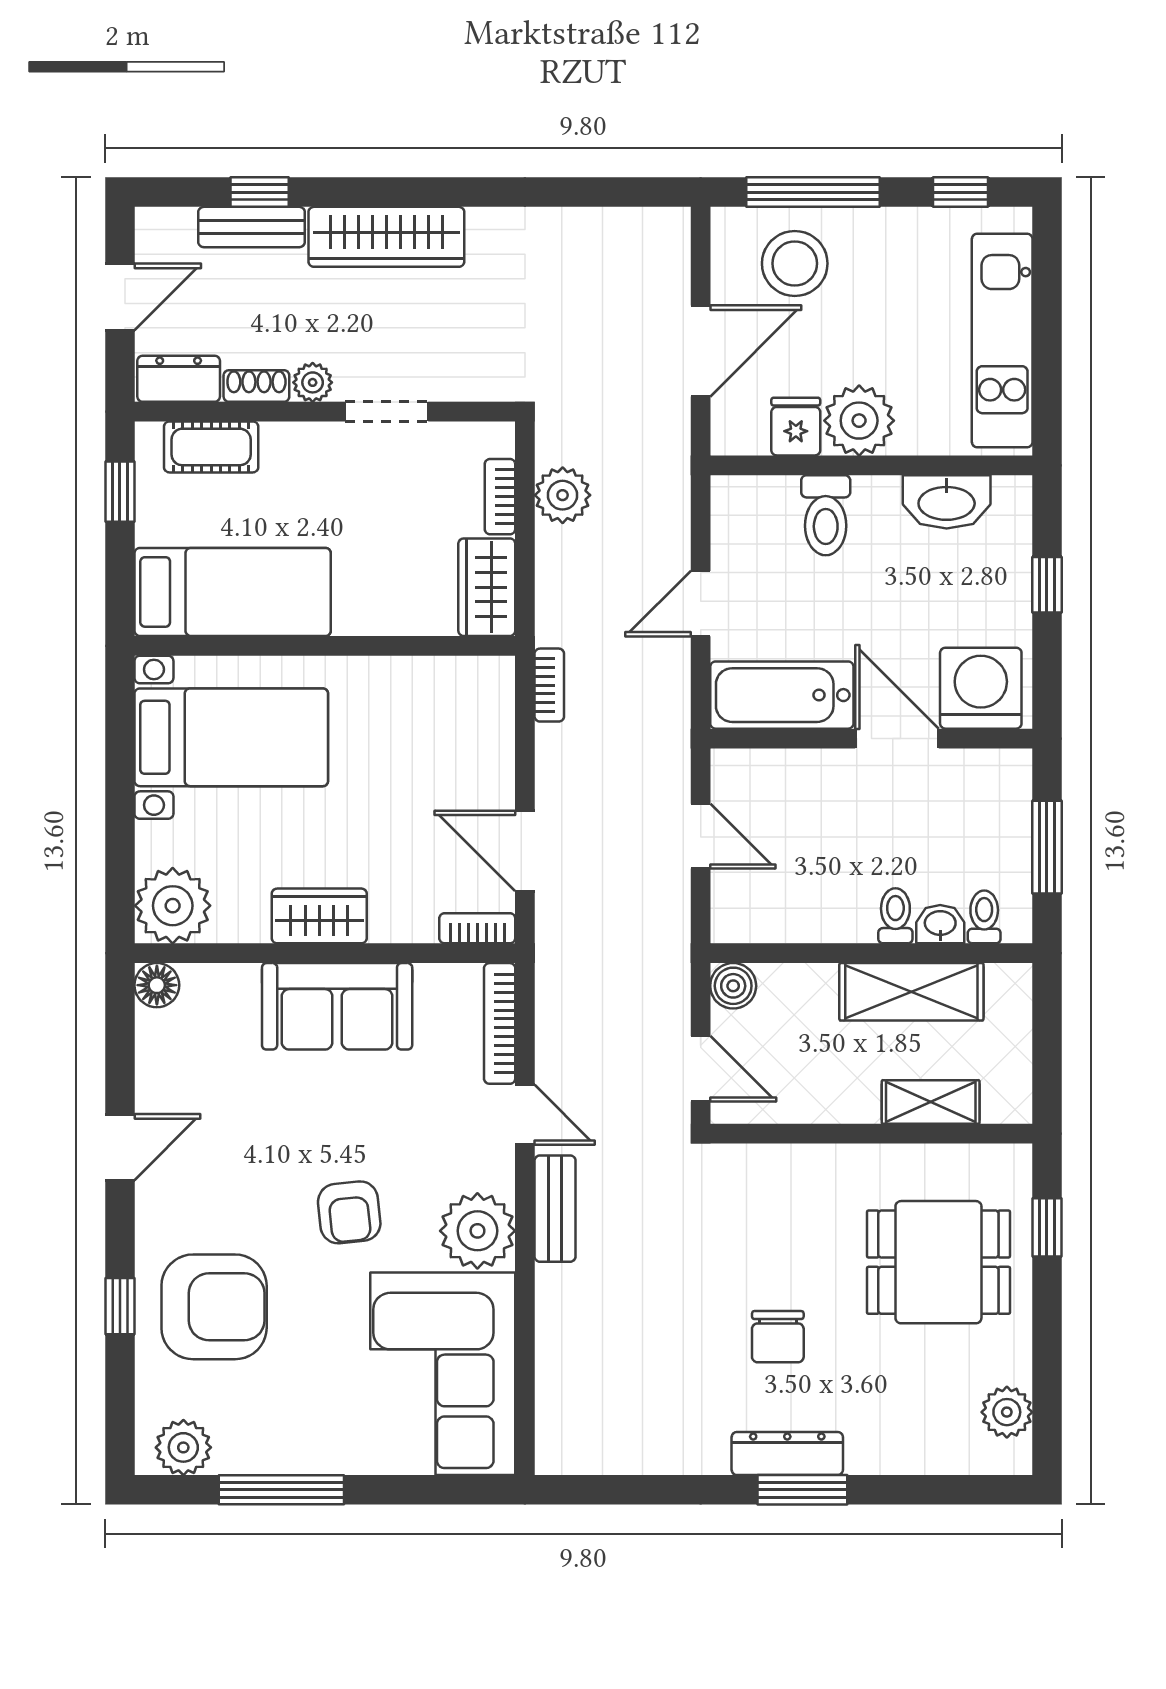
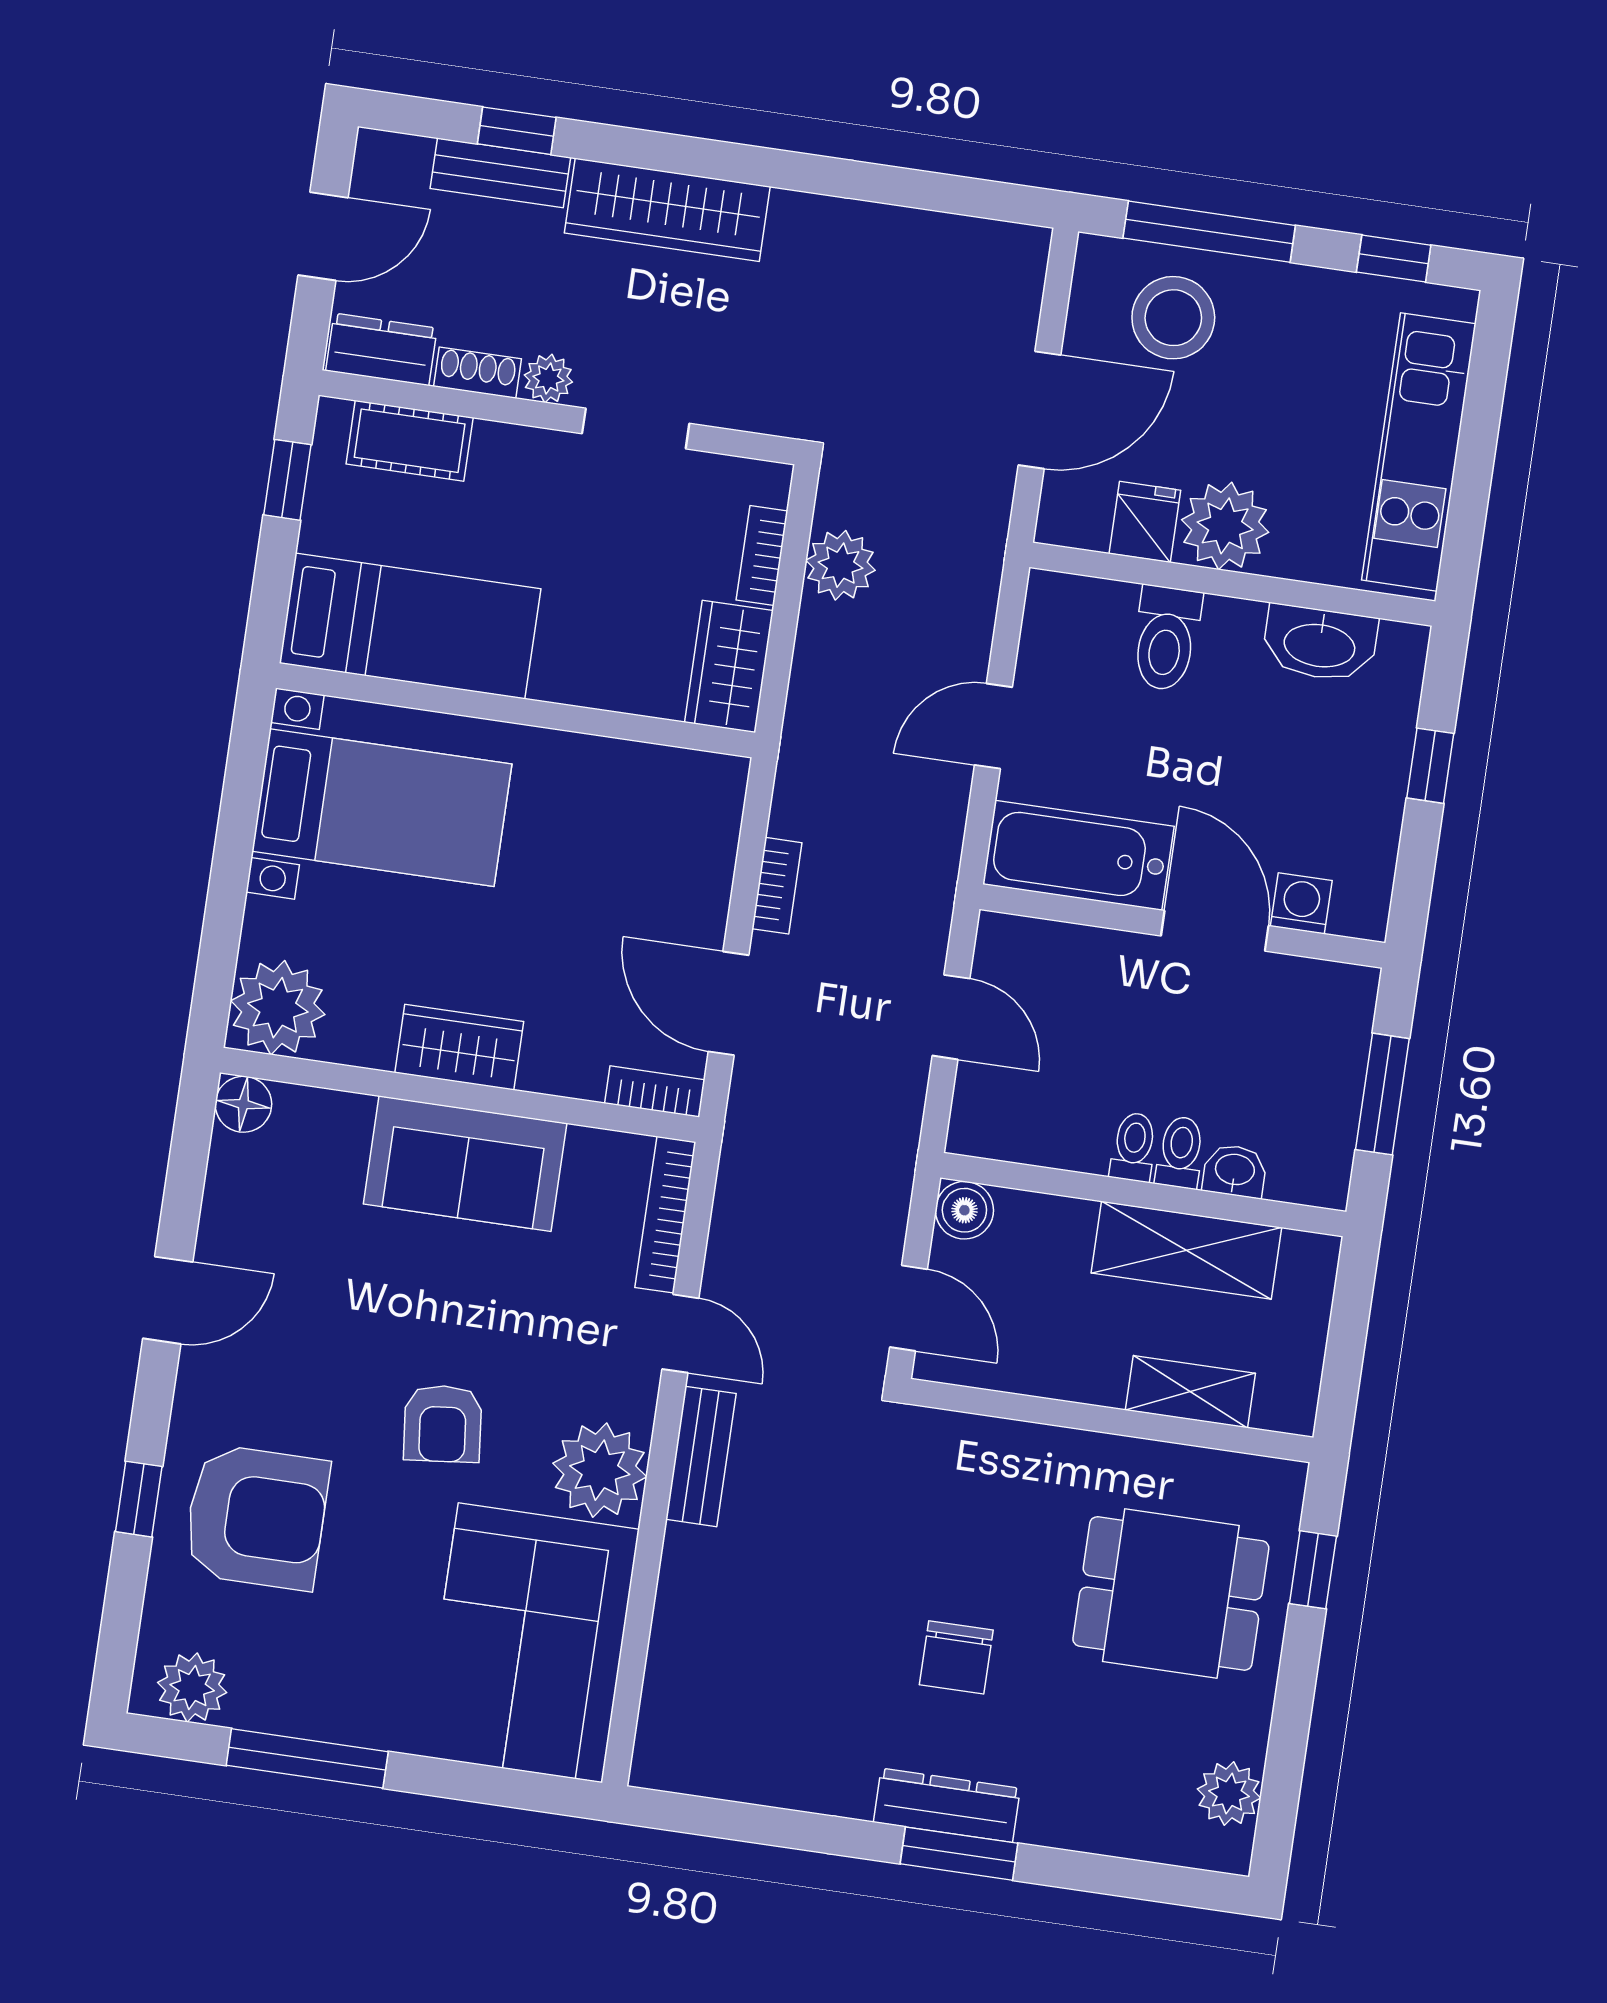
bookcase: (549, 685) -> (777, 886), moved
washing machine: (981, 688) -> (1301, 903), width x0.53, depth x0.53
toilet: (984, 917) -> (1134, 1147), moved

